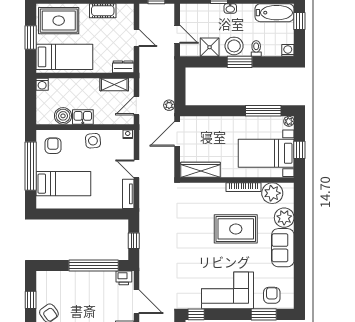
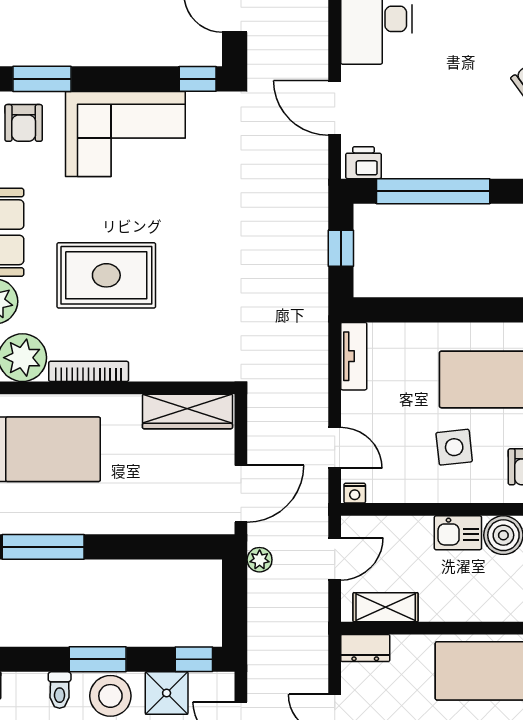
window: (198, 62) -> (194, 659), added
side table: (93, 141) -> (454, 447), moved
door: (136, 169) -> (335, 448), moved

